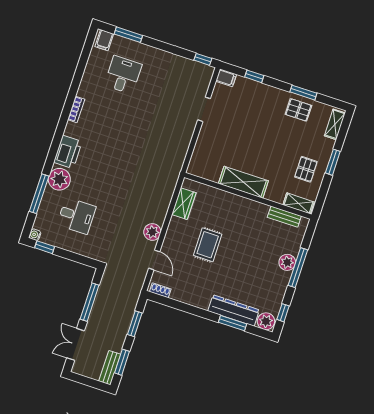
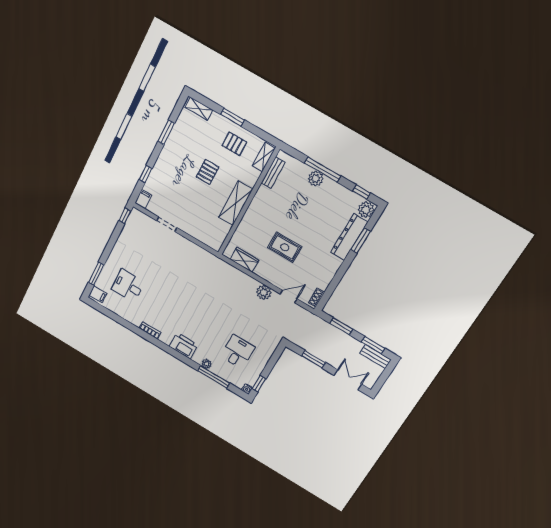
pallet: (298, 110) -> (208, 172), moved
plant: (59, 179) -> (207, 364), width x0.53, depth x0.53
window: (90, 302) -> (314, 359), width x0.69
double door: (76, 344) -> (348, 380), swing flipped

